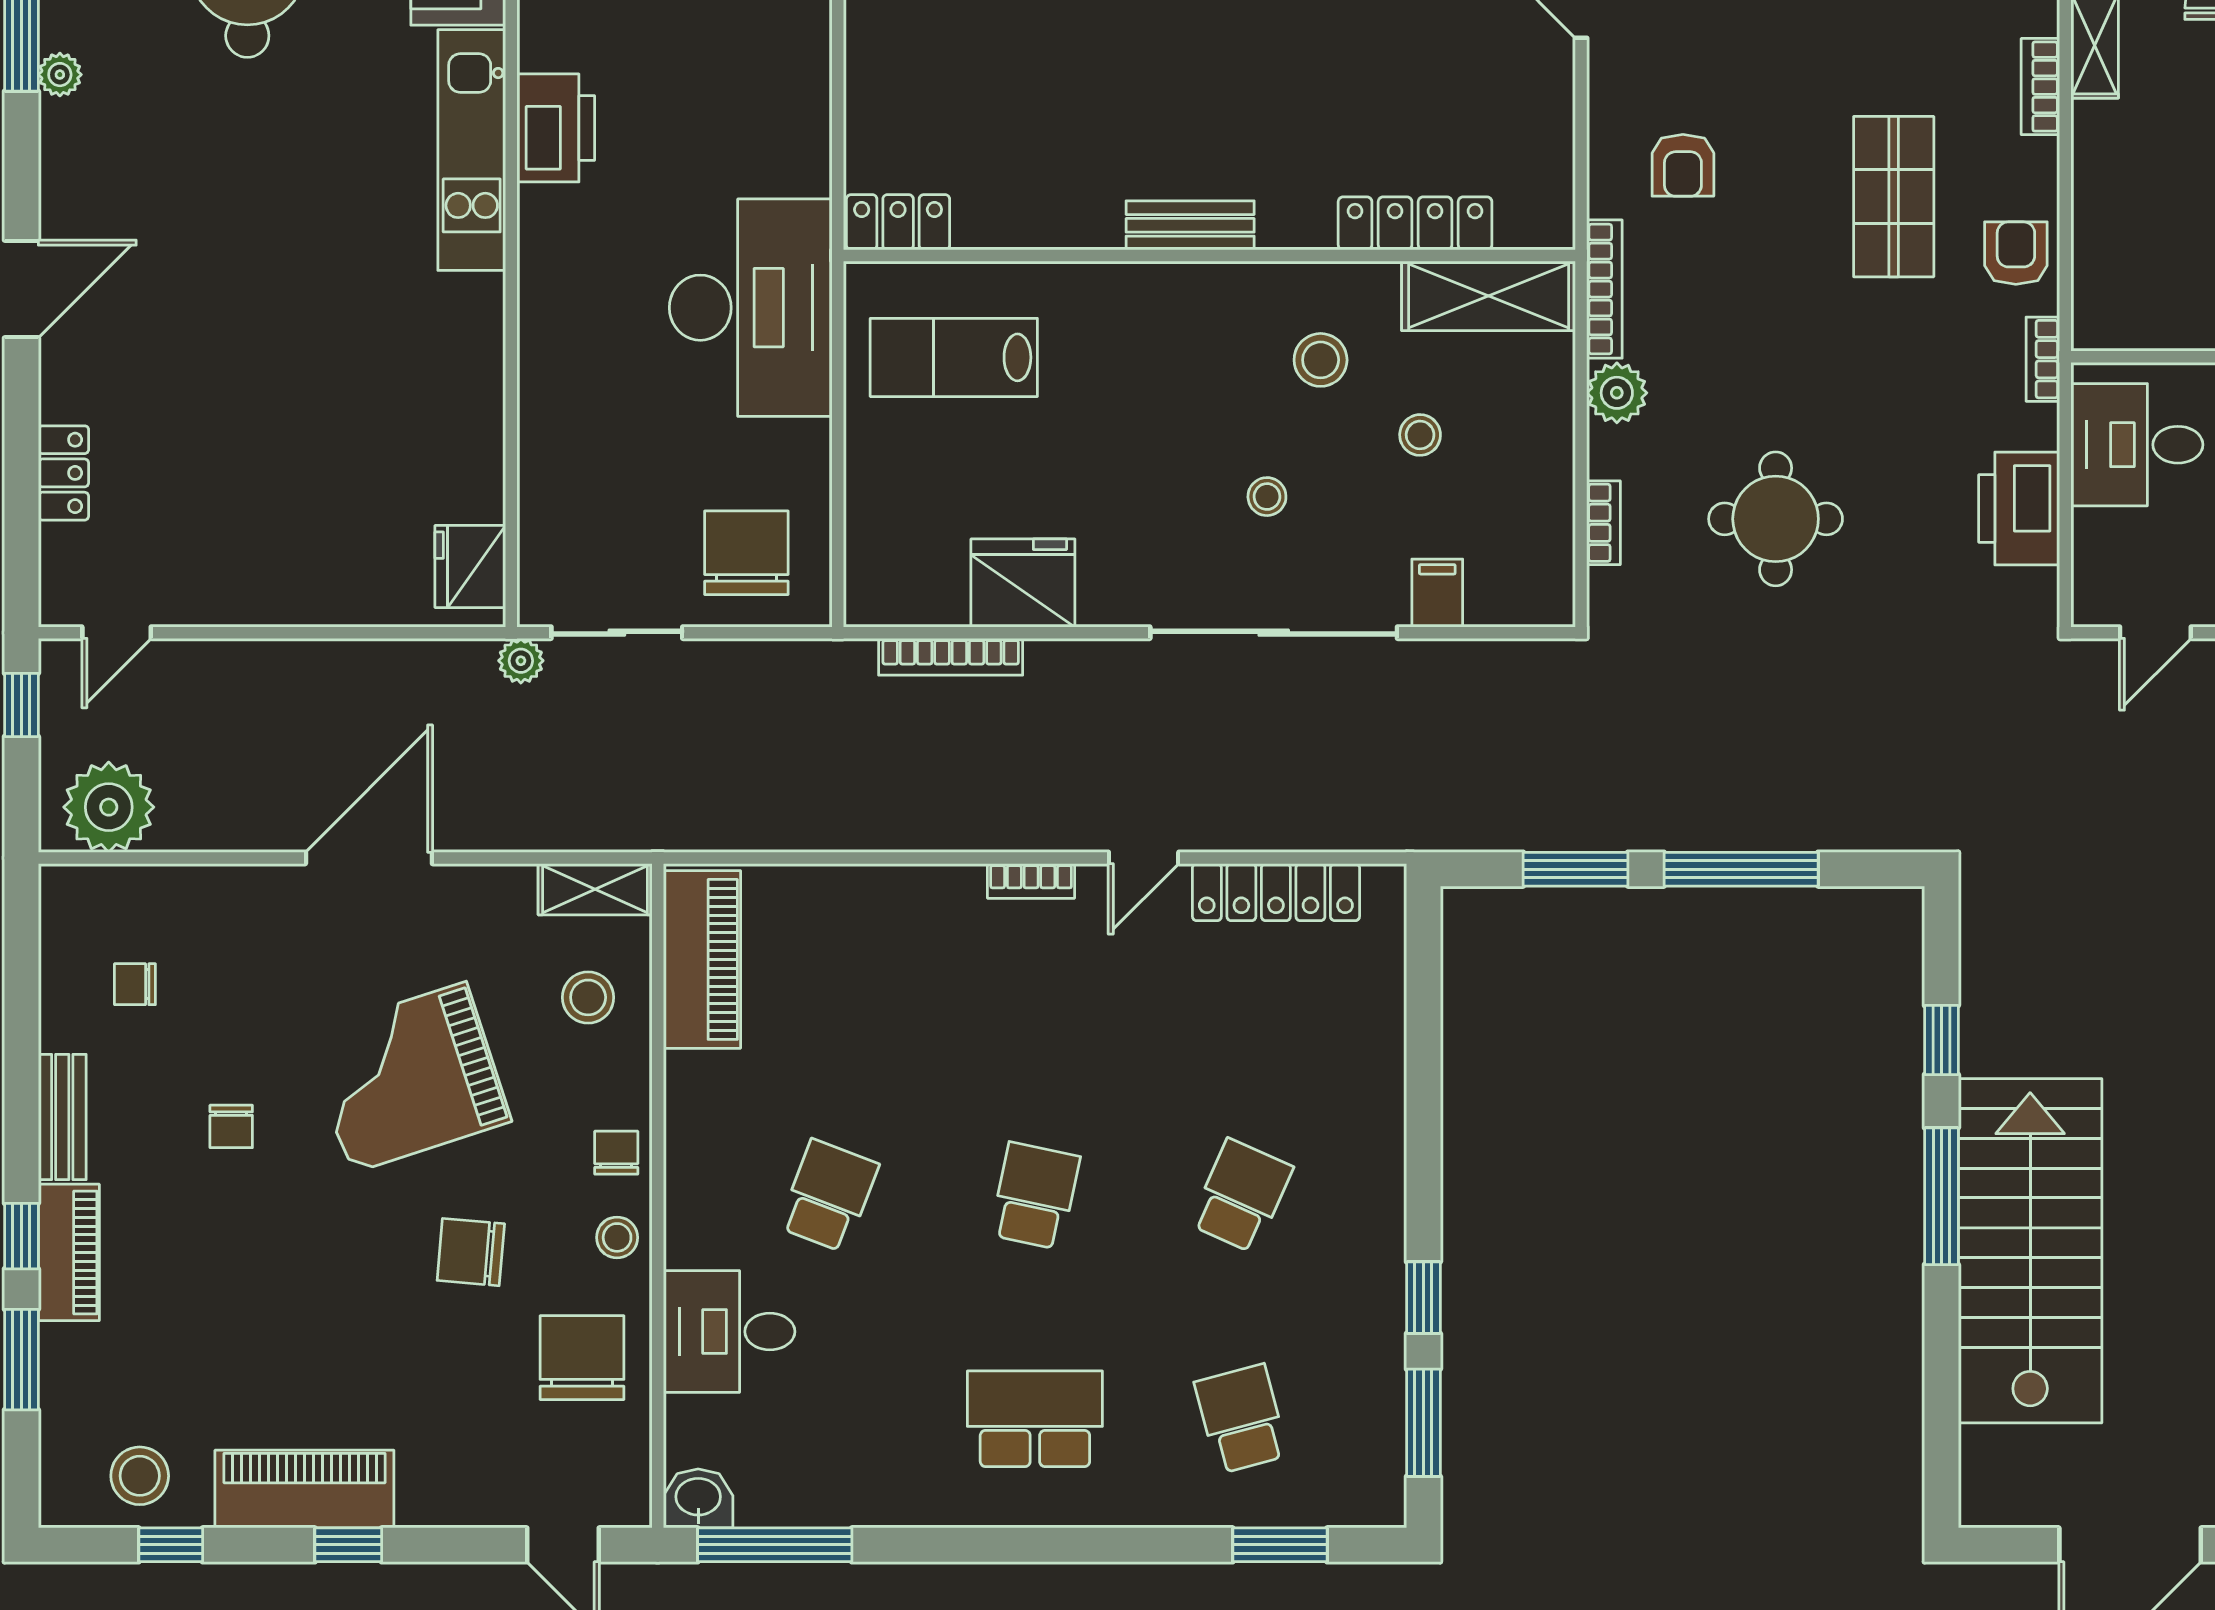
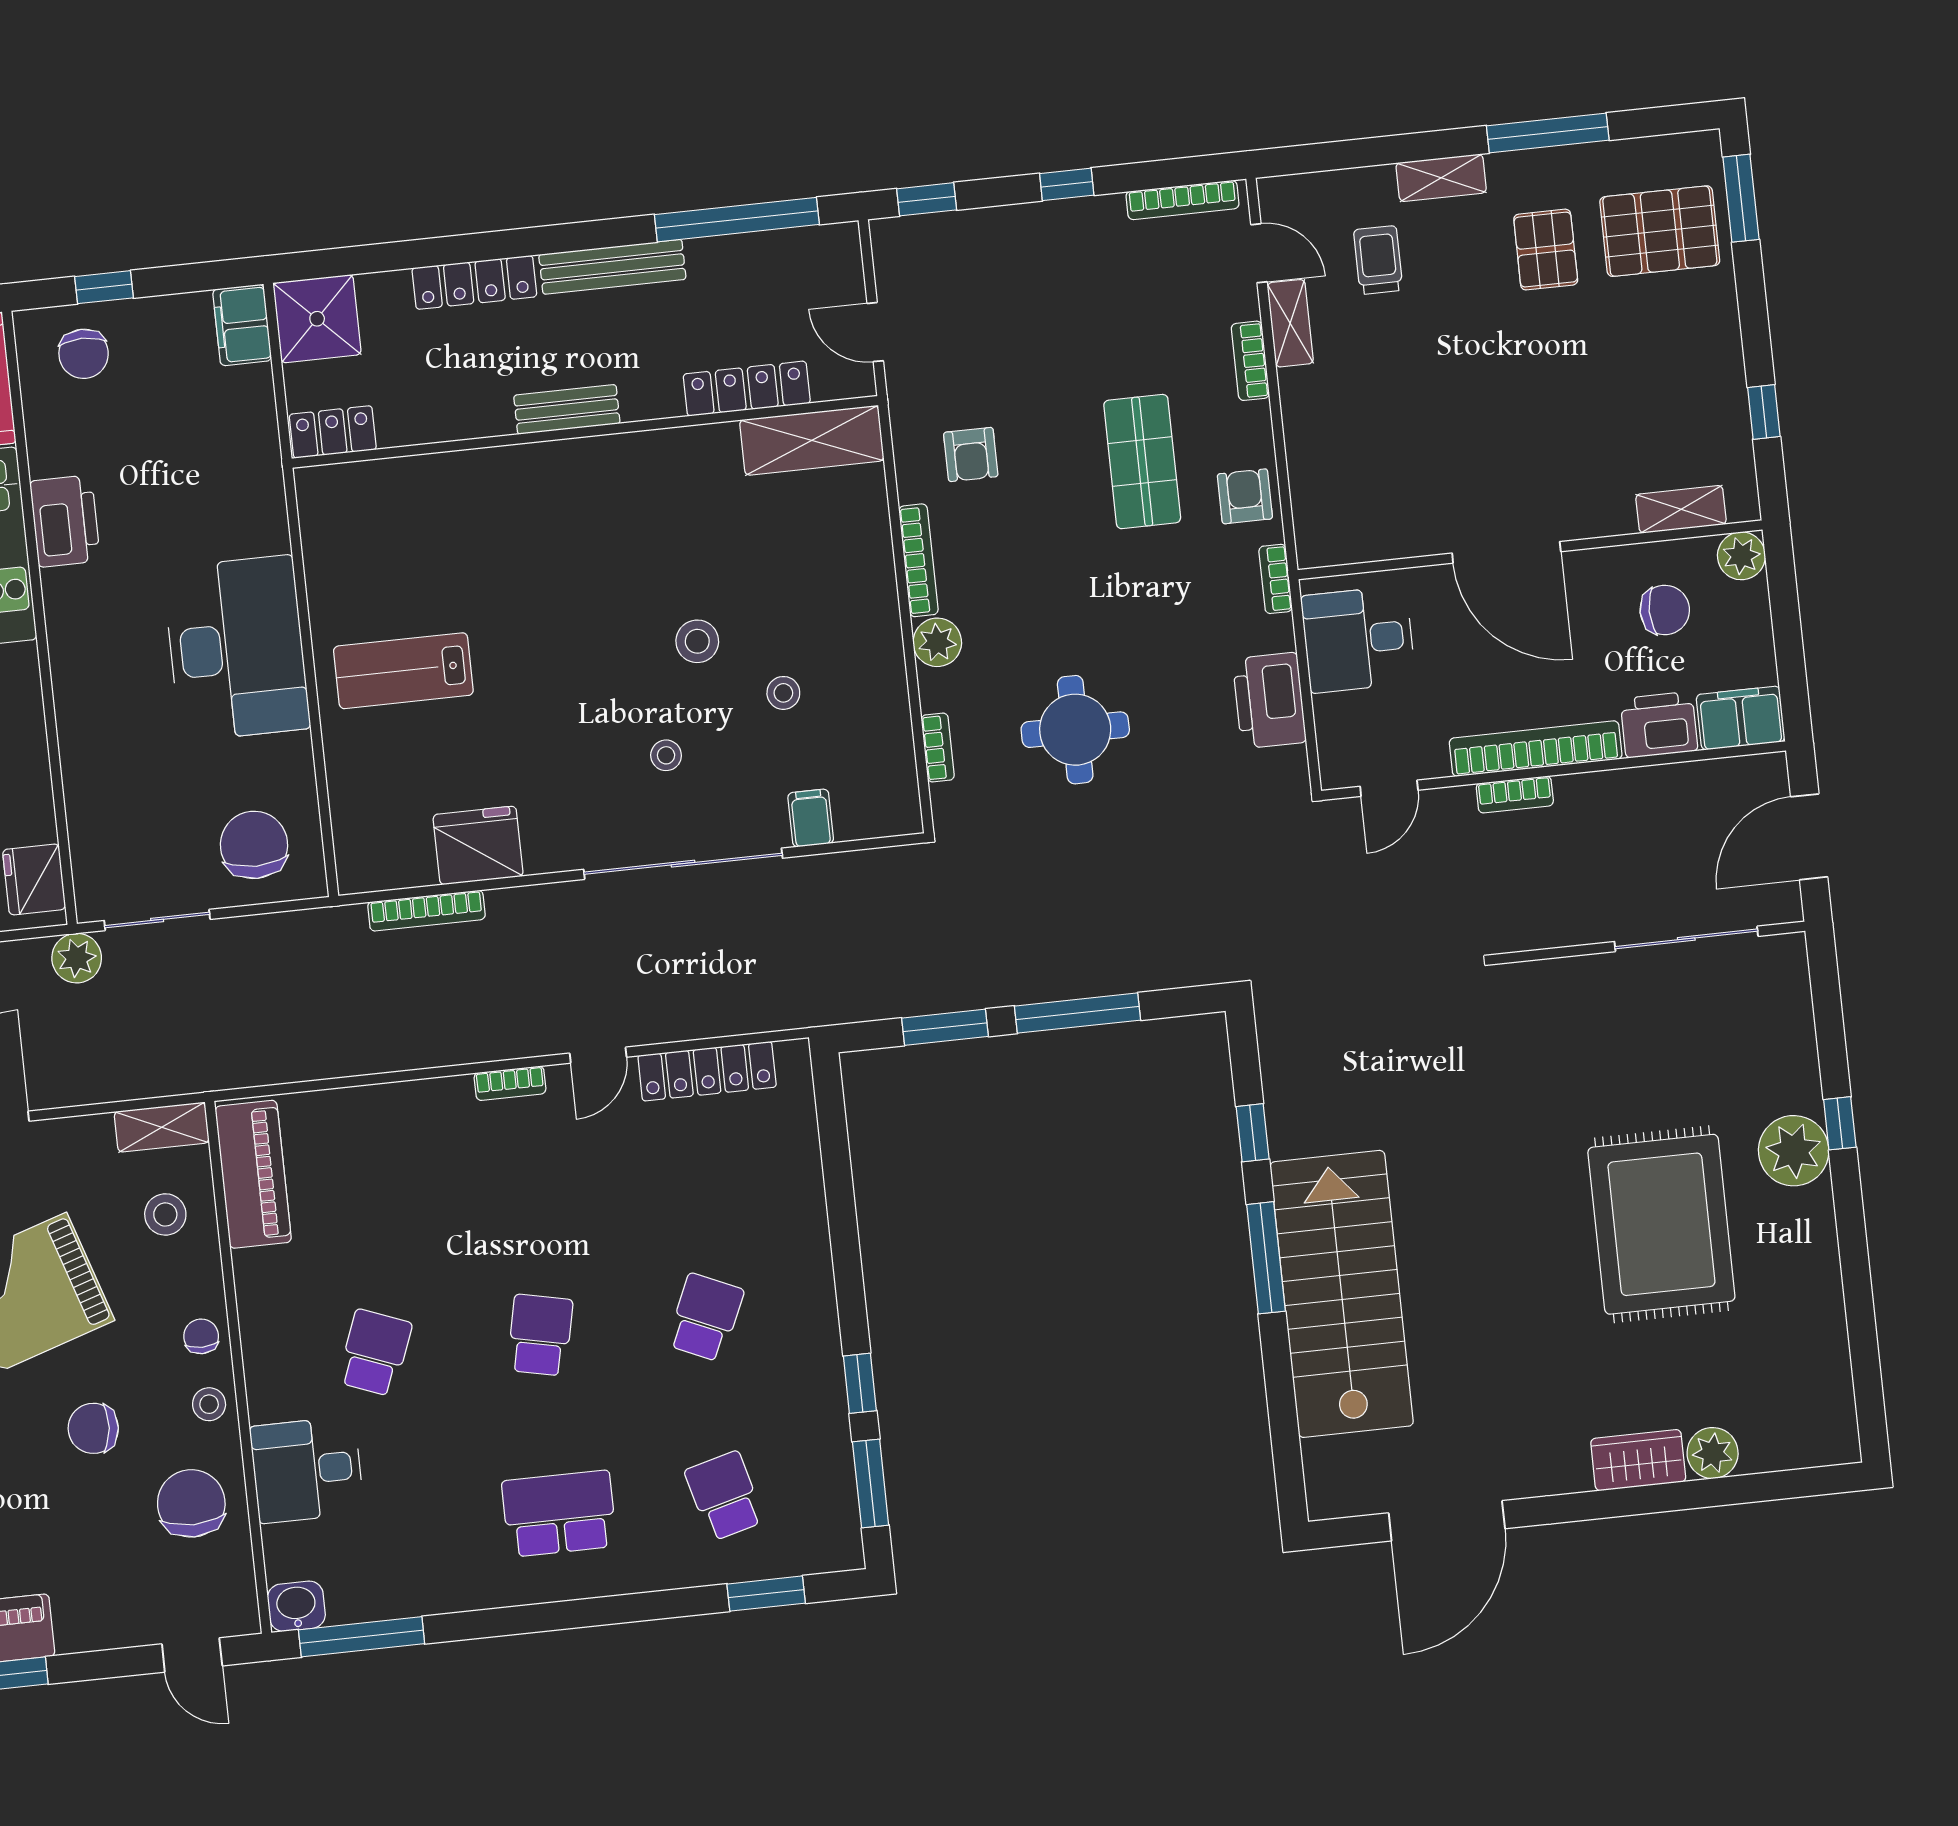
locker: (898, 222) -> (333, 432), moved
locker: (1415, 223) -> (747, 389), moved
bench: (1190, 225) -> (567, 409), moved
wall: (1209, 255) -> (585, 432), moved
shelving: (1489, 296) -> (812, 440), moved
plant: (521, 661) -> (77, 958), width x1.38, depth x1.38

